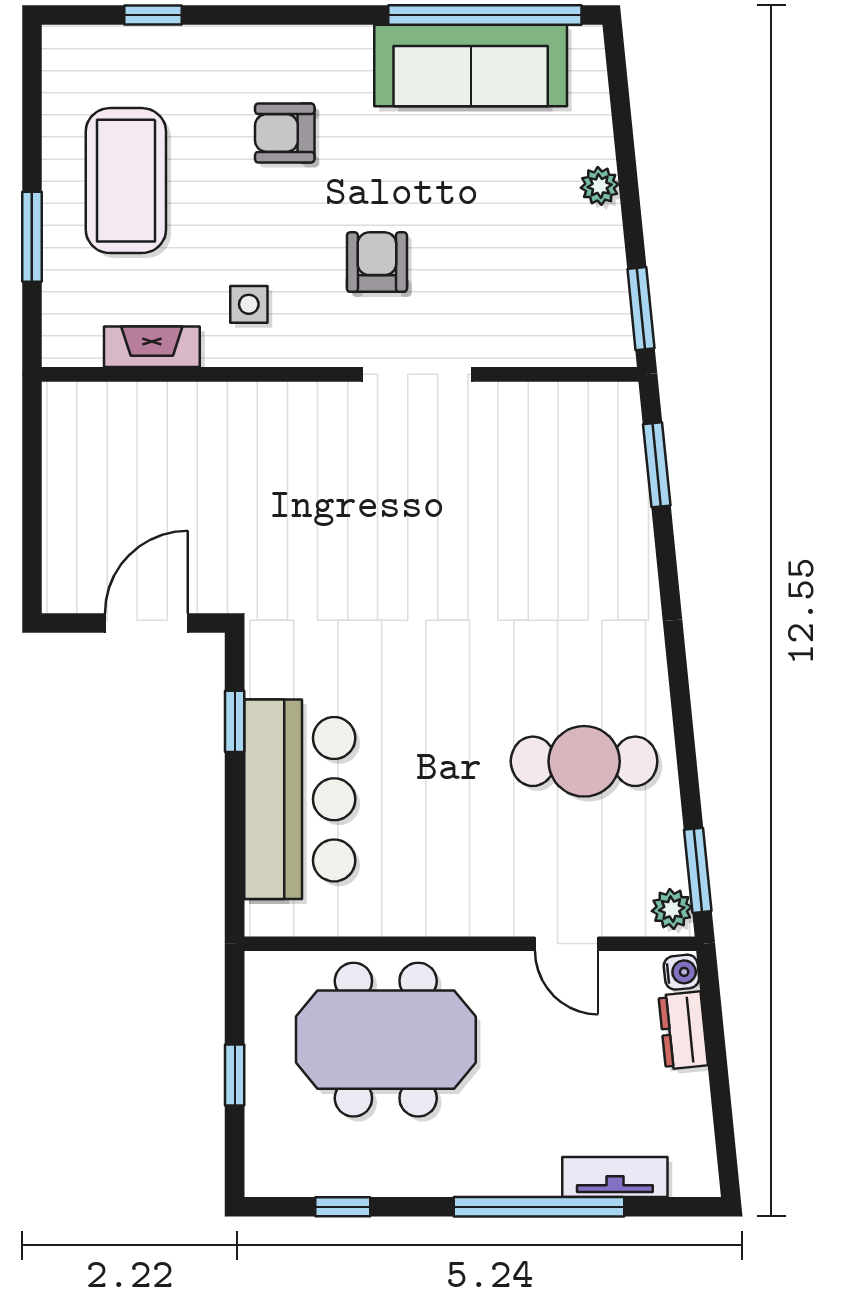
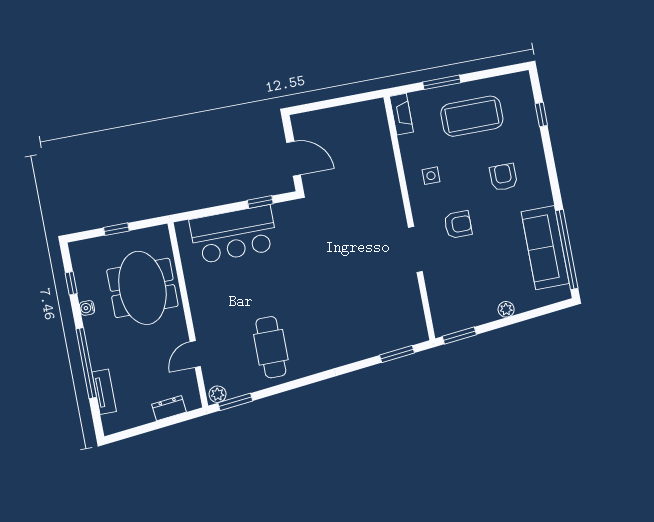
fireplace: (152, 347) -> (401, 114), moved
water cooler: (681, 972) -> (87, 308), moved, turned 96

